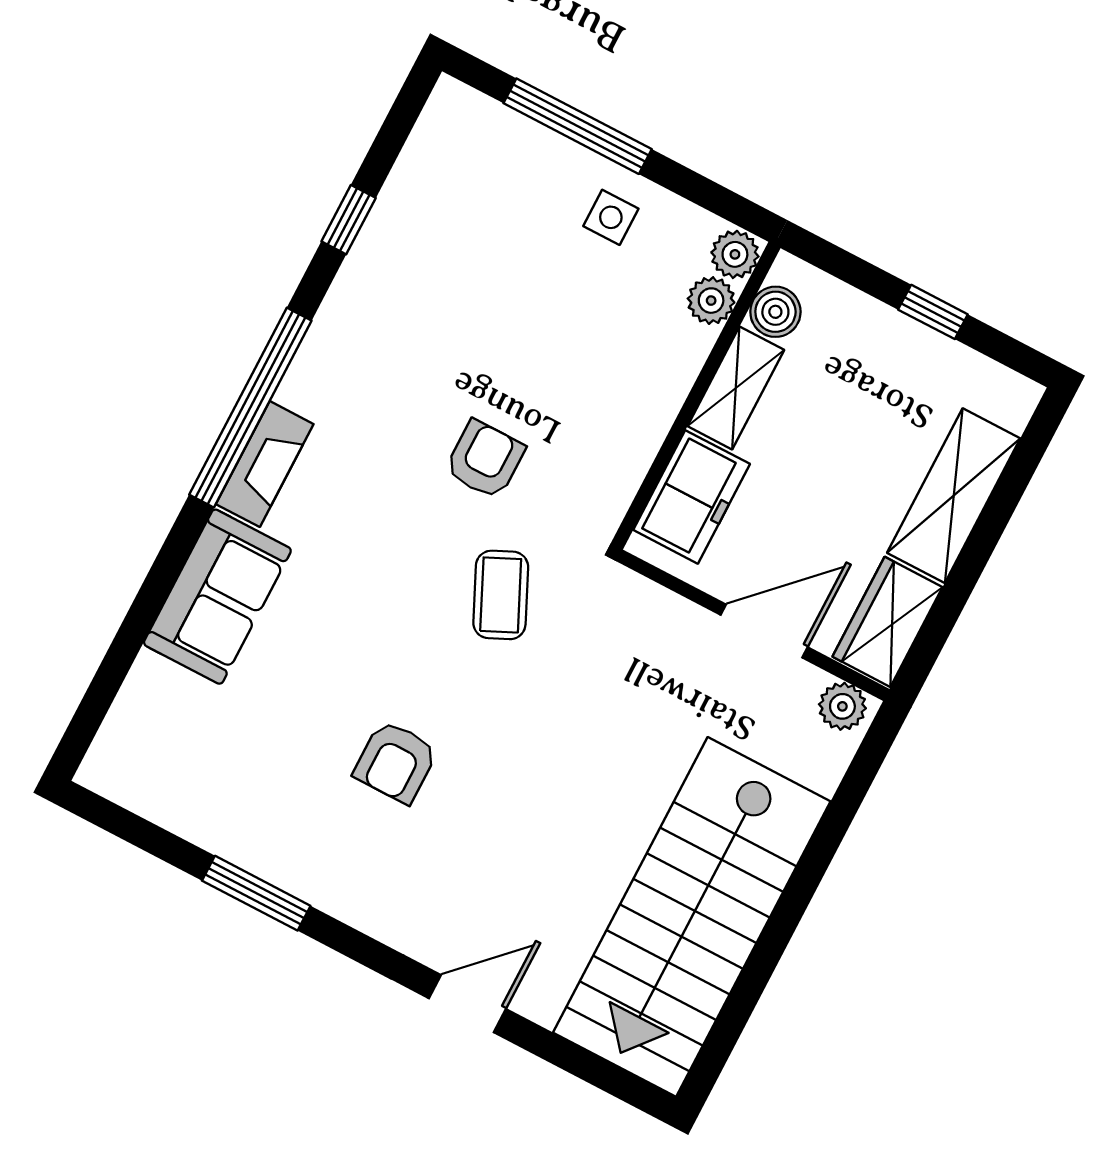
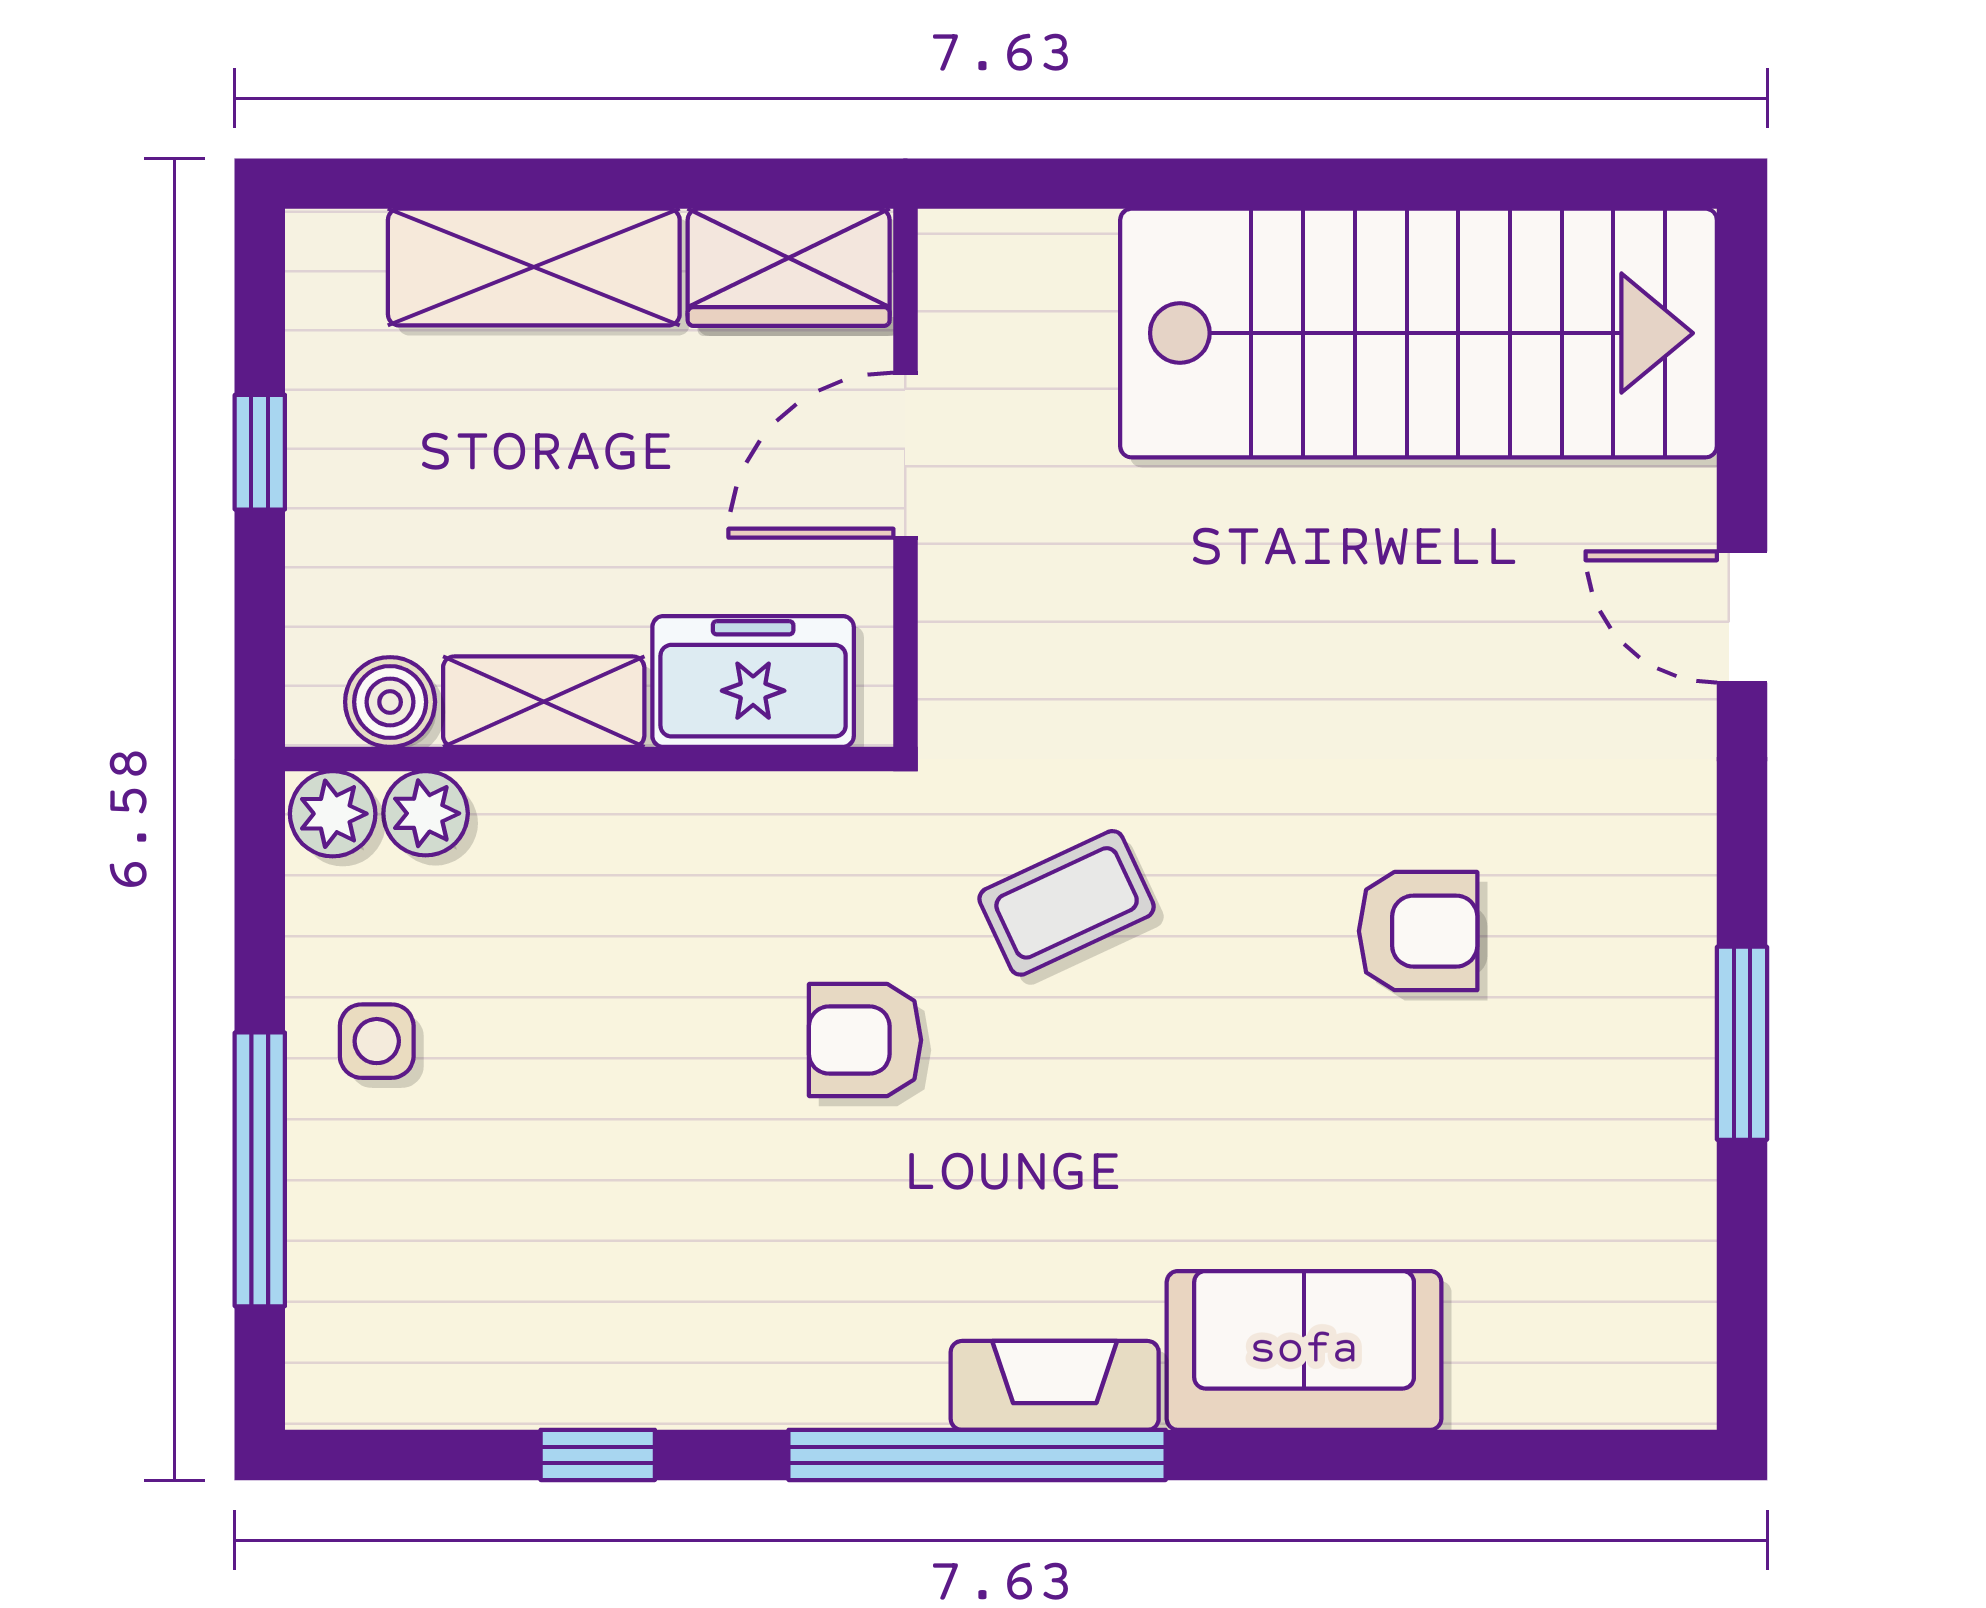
door: (764, 631) -> (905, 455), hinge flipped
plant: (842, 706) -> (960, 269), removed

